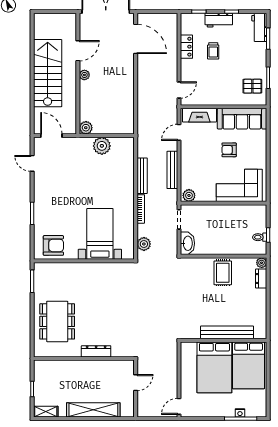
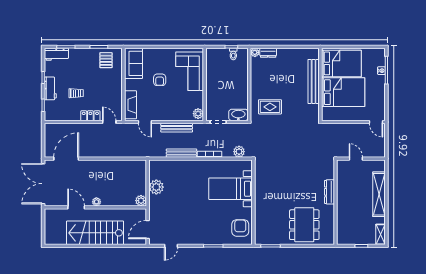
locker: (186, 47) -> (90, 116), moved
sofa: (242, 119) -> (133, 63), width x0.73
rug: (223, 273) -> (270, 107), moved
dining table: (57, 321) -> (304, 225), turned 90

